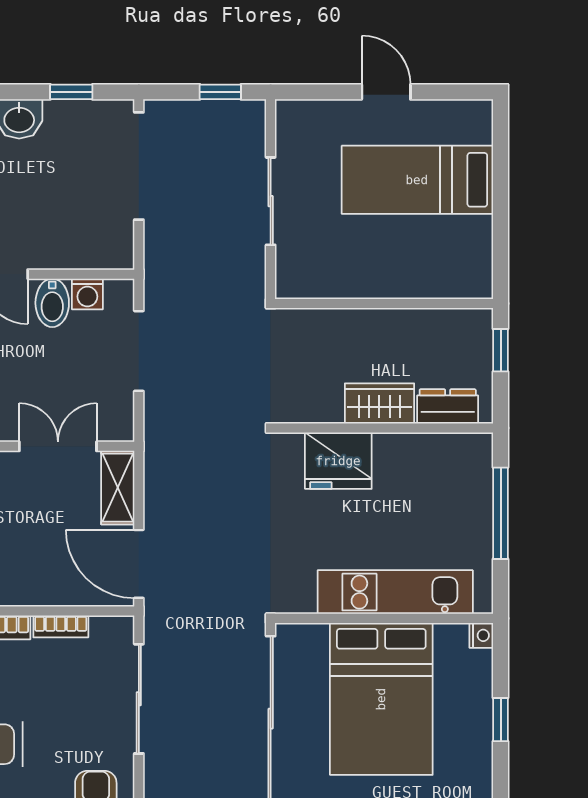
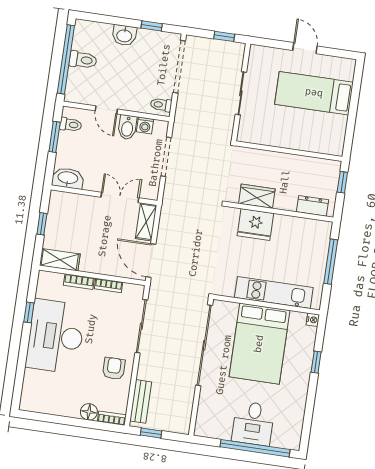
toilet: (114, 248) -> (161, 105), added
wardrobe: (379, 403) -> (257, 196), moved

